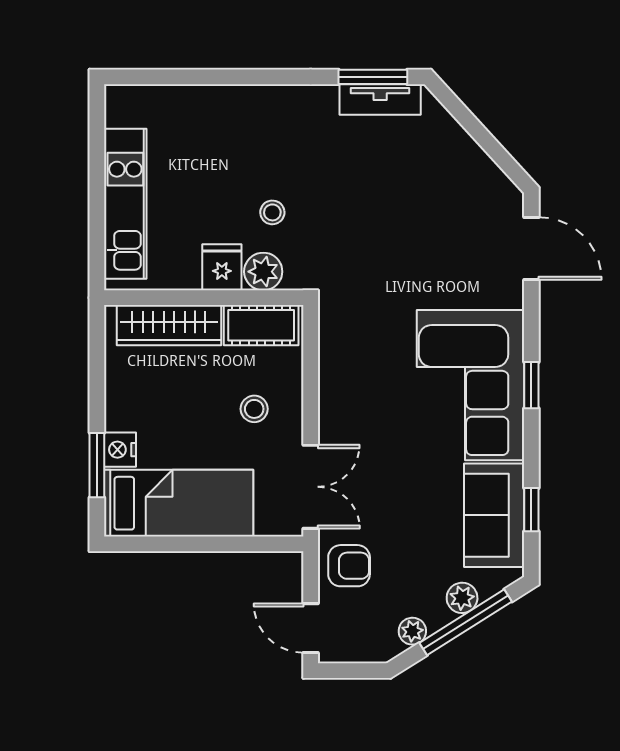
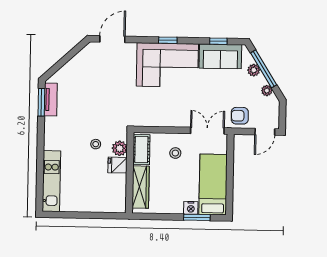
kitchen unit: (125, 204) -> (51, 181), moved, turned 90
armchair: (349, 566) -> (240, 116), turned -90

